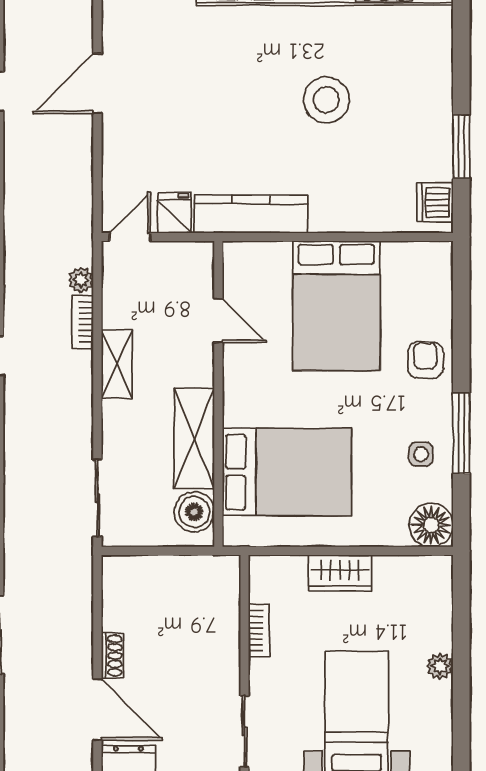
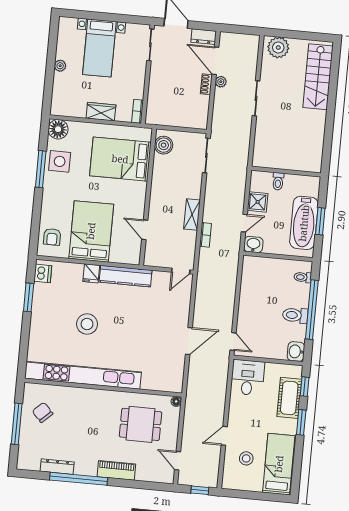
fridge: (174, 213) -> (91, 273), moved
plant: (81, 280) -> (221, 82), moved
armchair: (425, 360) -> (52, 237), moved
shelving: (194, 439) -> (160, 178), removed
side table: (421, 454) -> (60, 161), width x1.87, depth x1.87
bookcase: (259, 631) -> (138, 111), moved

